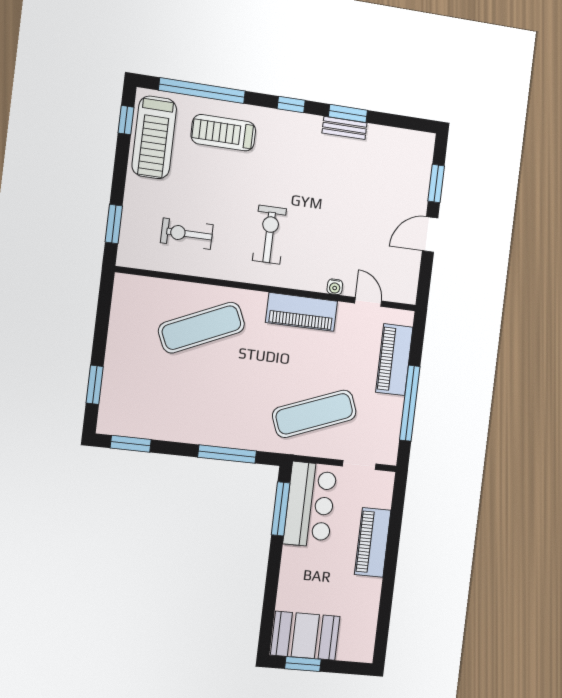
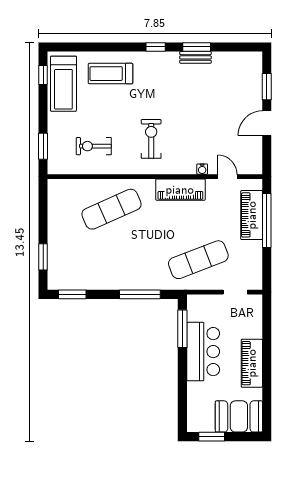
window: (202, 91) -> (92, 47), removed
window: (410, 403) -> (267, 220), moved
bar counter: (310, 505) -> (203, 352), moved
piano: (373, 542) -> (252, 363), moved
booth: (305, 636) -> (239, 416), moved

